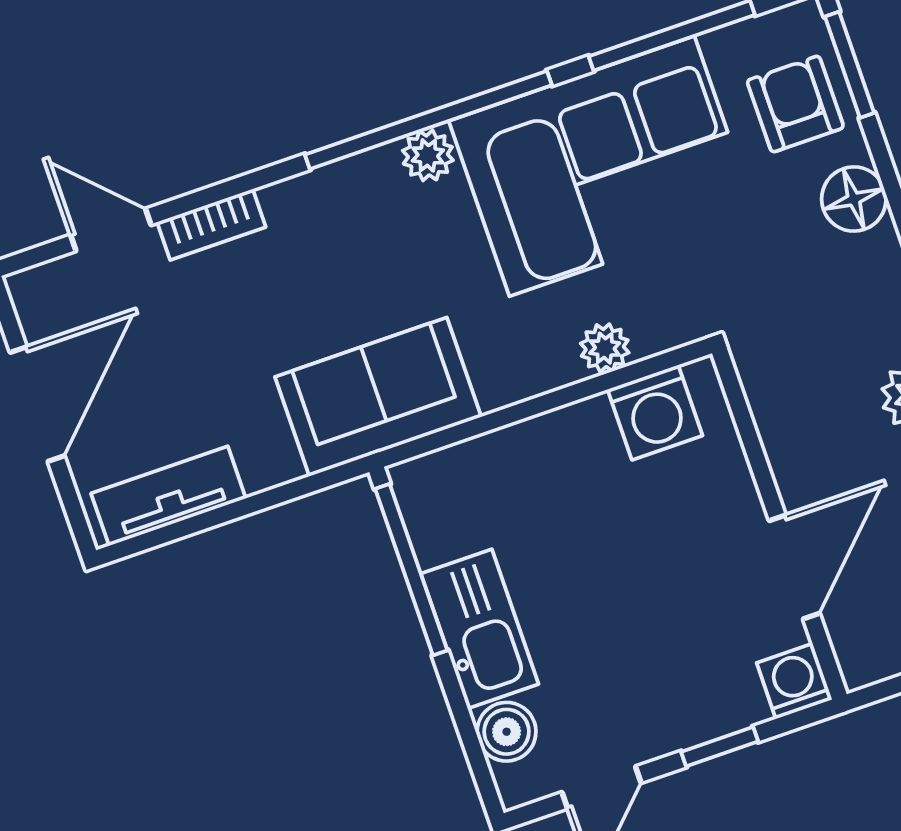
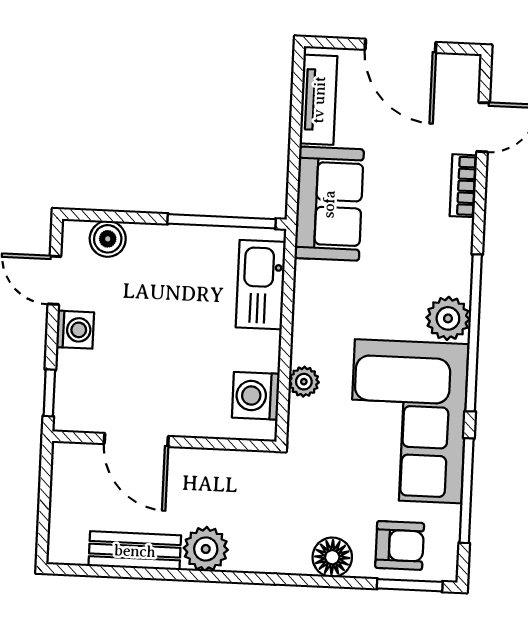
plant: (428, 155) -> (448, 318), width x1.38, depth x1.38
sofa: (378, 397) -> (329, 204), moved
kitchen sink: (480, 629) -> (261, 285), moved, turned 90
washing machine: (794, 681) -> (75, 330), moved
window: (720, 747) -> (49, 393), moved

